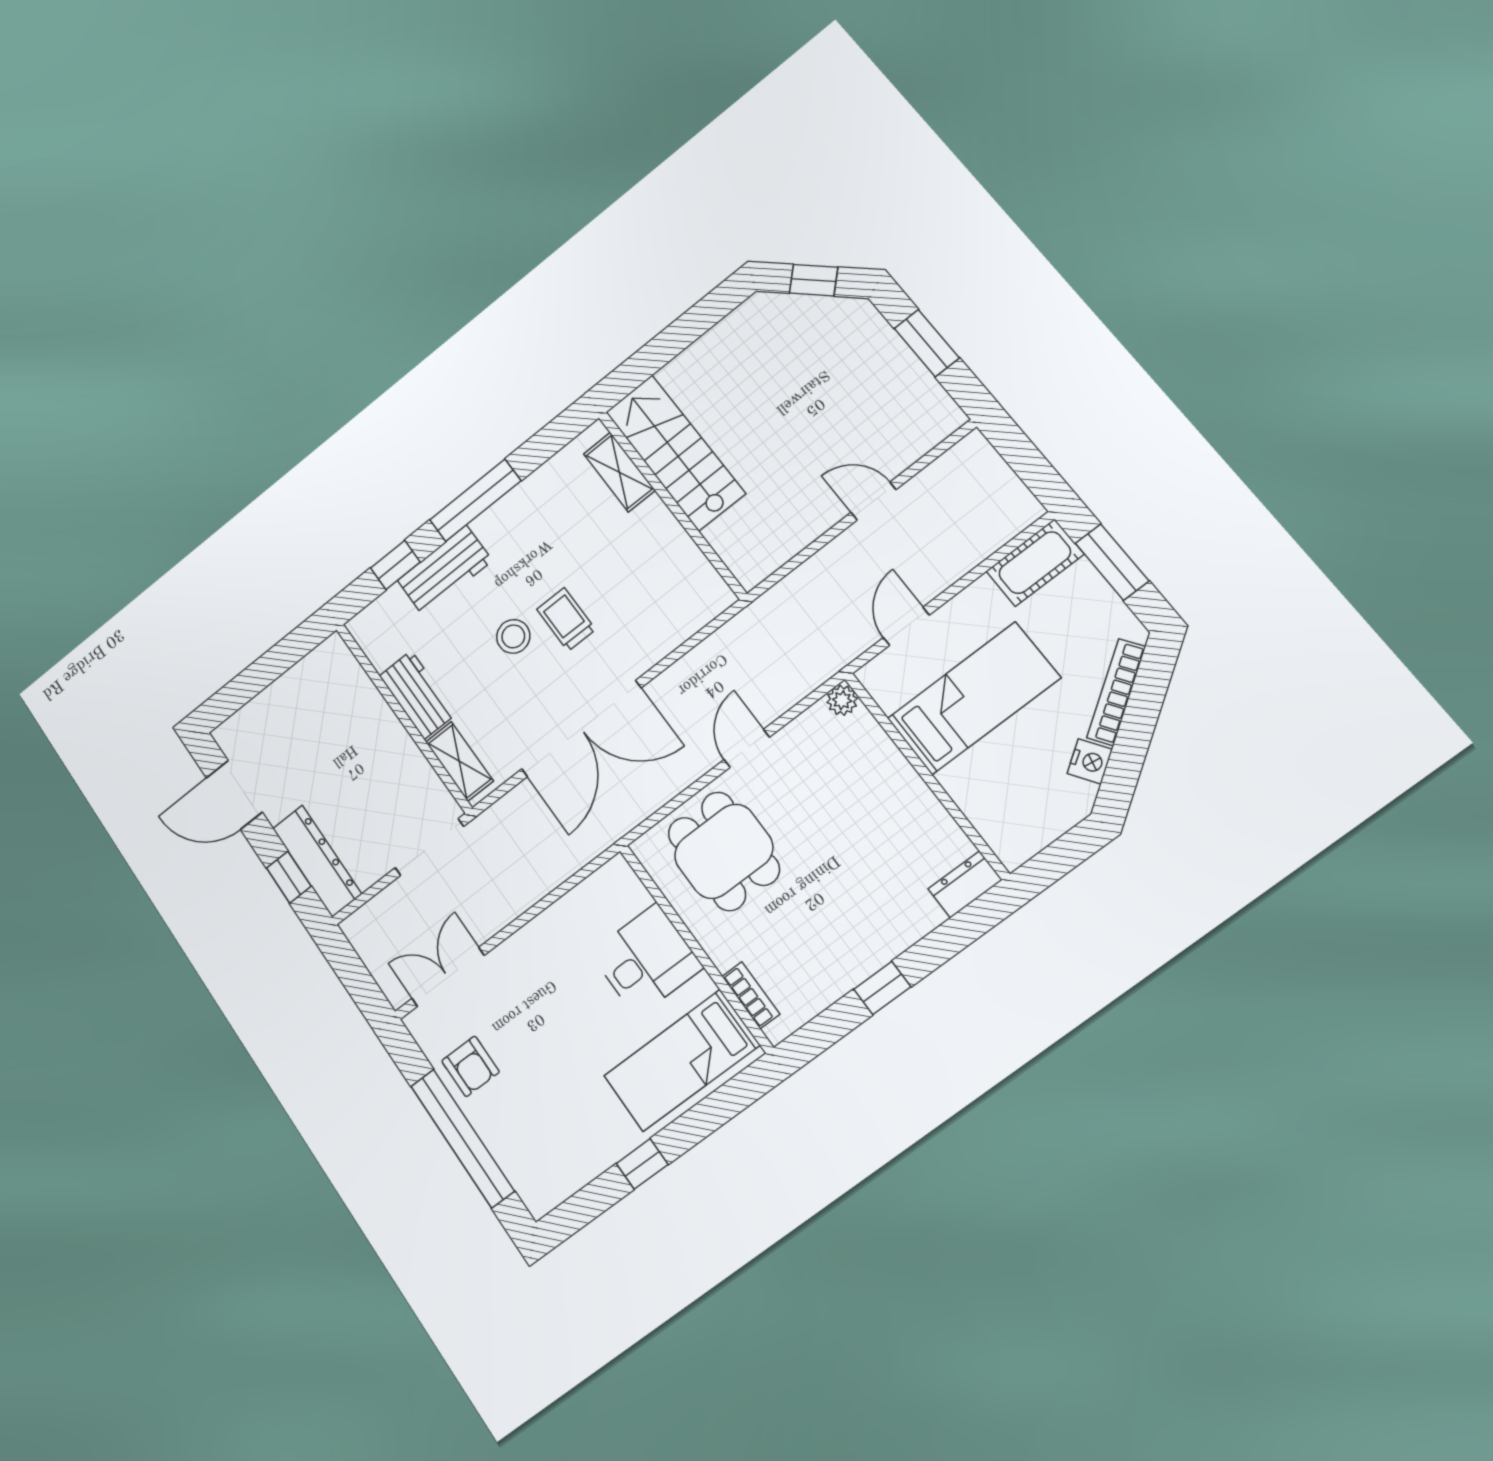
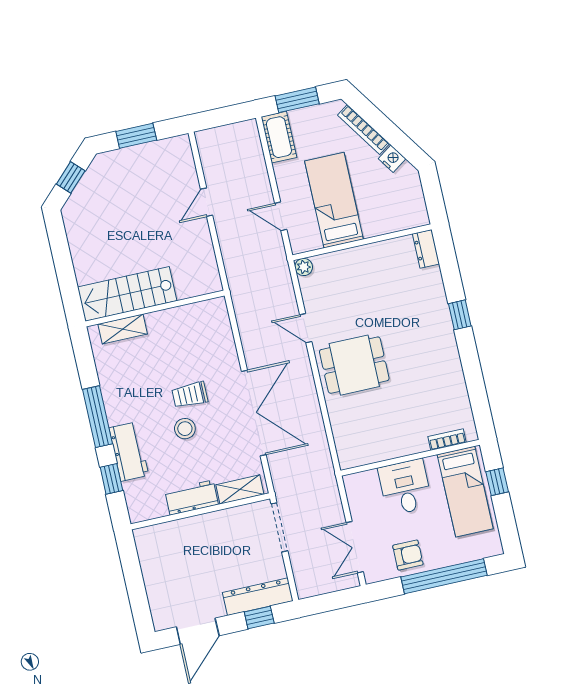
wall: (696, 948) -> (410, 458), moved
desk: (646, 960) -> (405, 487), moved
bookcase: (751, 995) -> (447, 439), moved
bed: (681, 1061) -> (465, 492), moved

